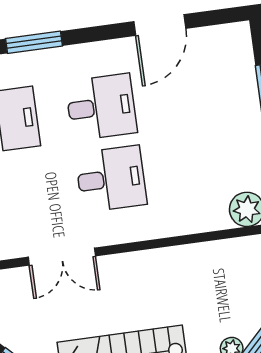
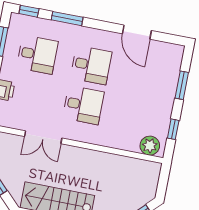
door: (160, 25) -> (137, 32), hinge flipped

